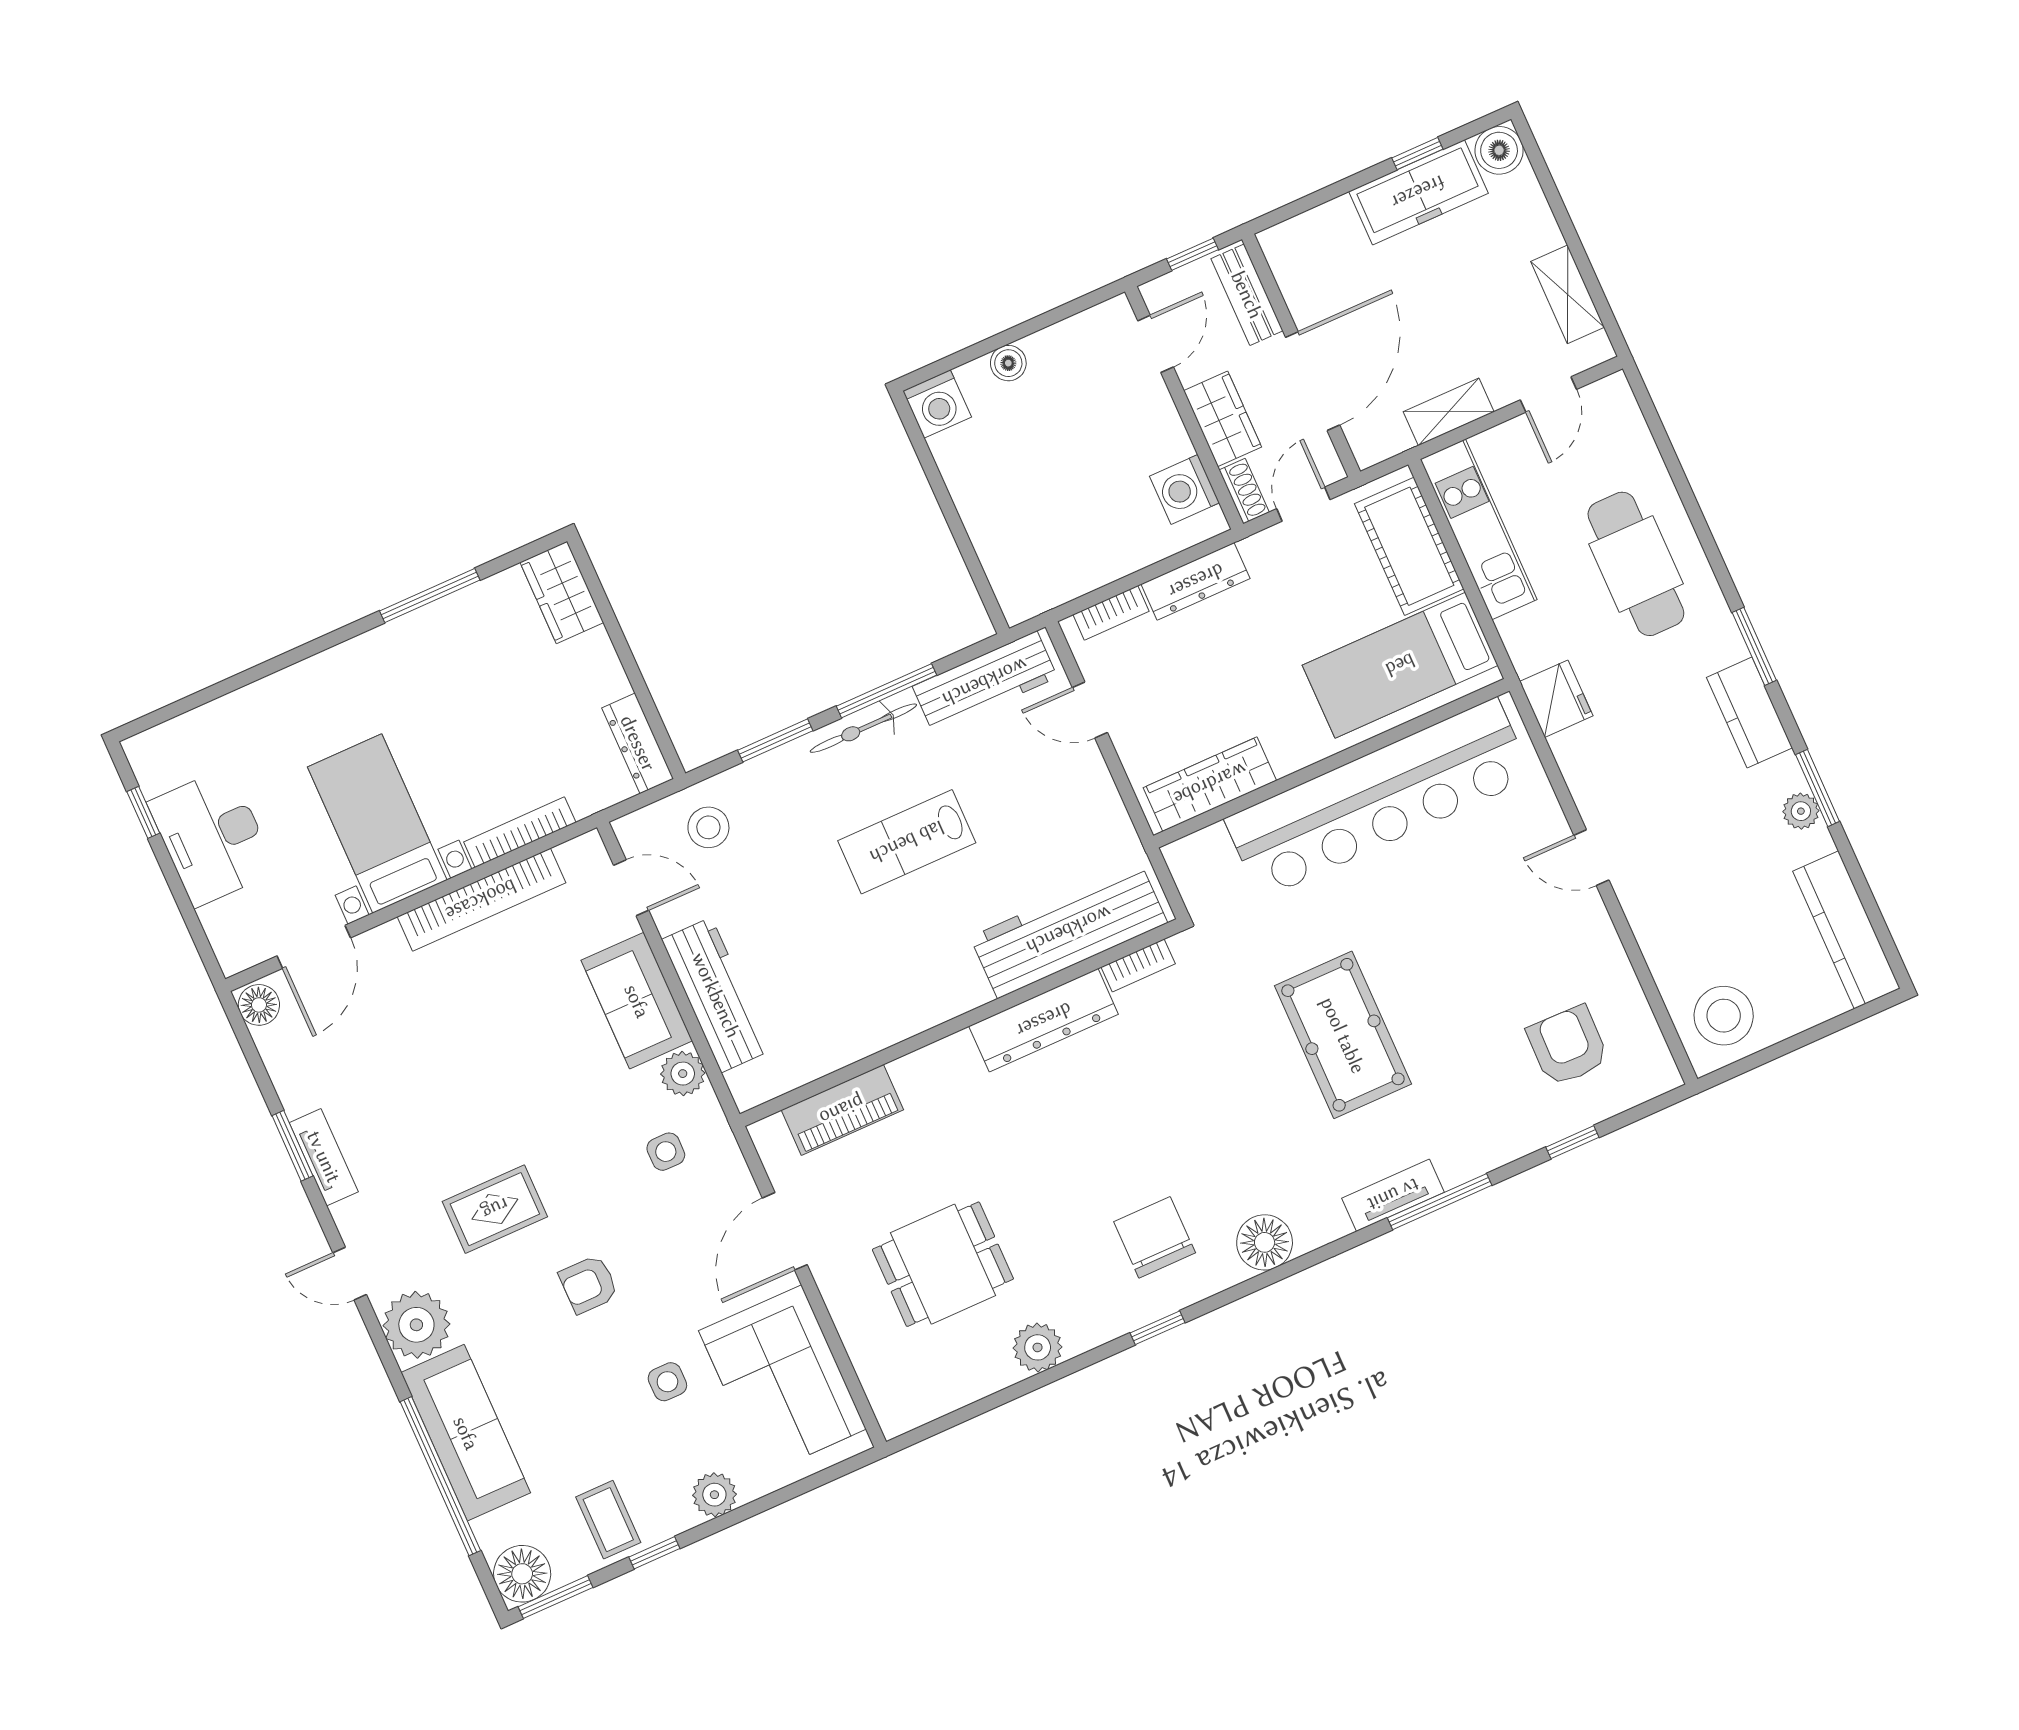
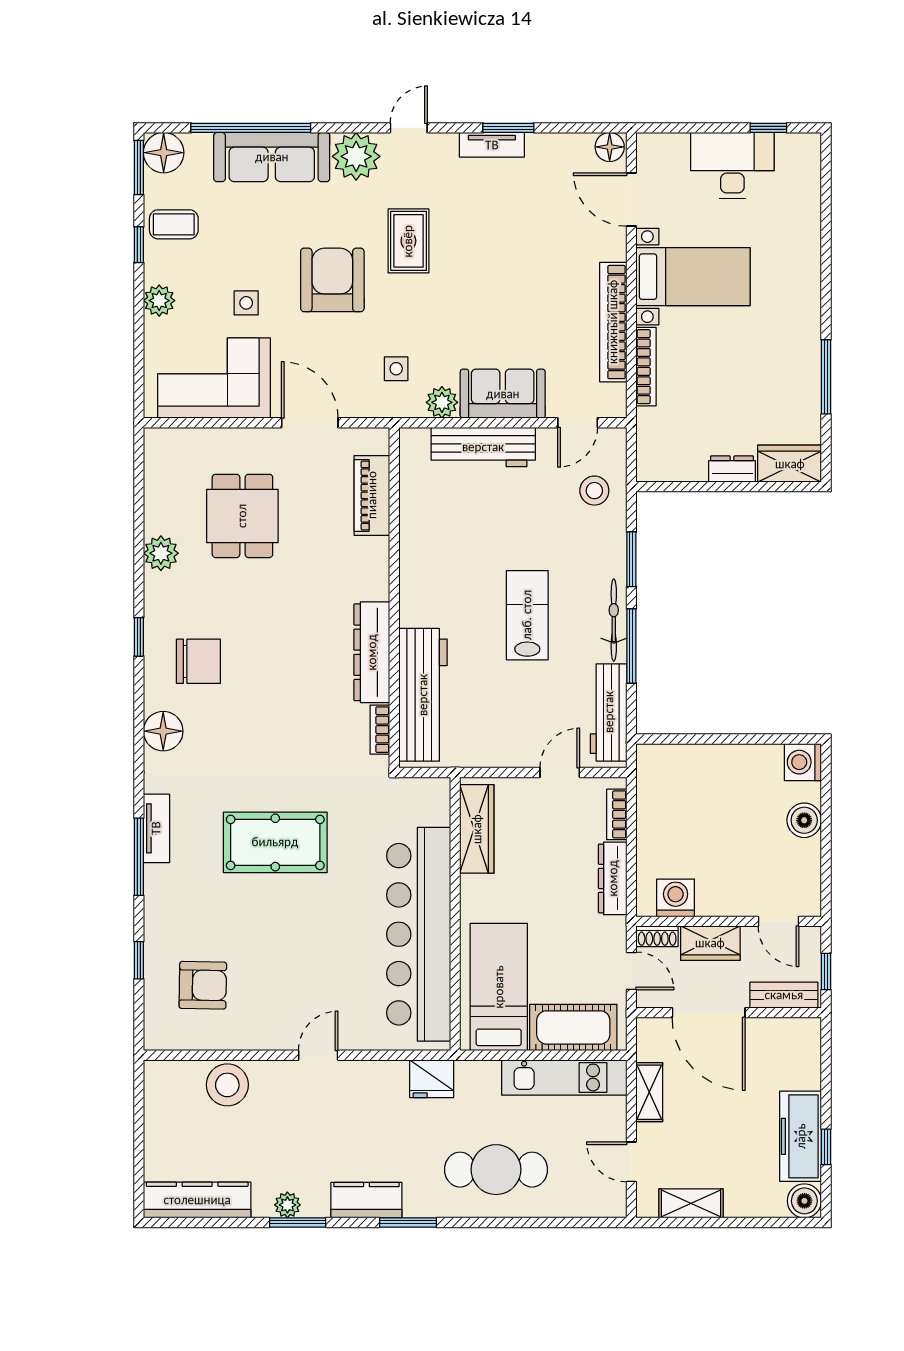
boiler: (1008, 363) -> (804, 820), width x1.36, depth x1.36
dresser: (638, 743) -> (732, 469), moved, width x0.70
stool: (1724, 1016) -> (227, 1085), moved
armchair: (589, 1284) -> (332, 280), width x1.88, depth x1.88

